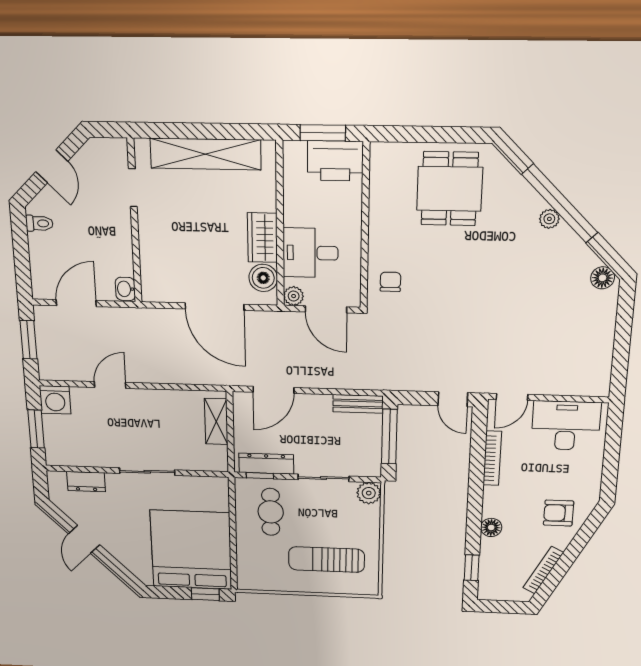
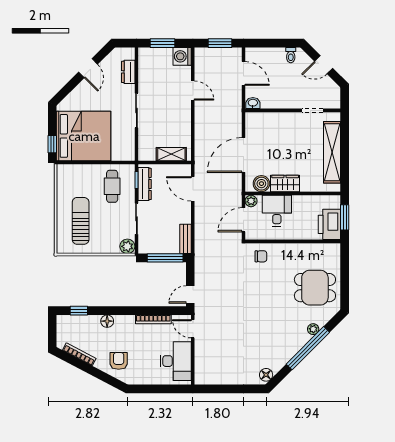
plant: (549, 219) -> (313, 329), moved
cafe table: (271, 512) -> (112, 186), turned 90
door: (84, 539) -> (88, 68), swing flipped

